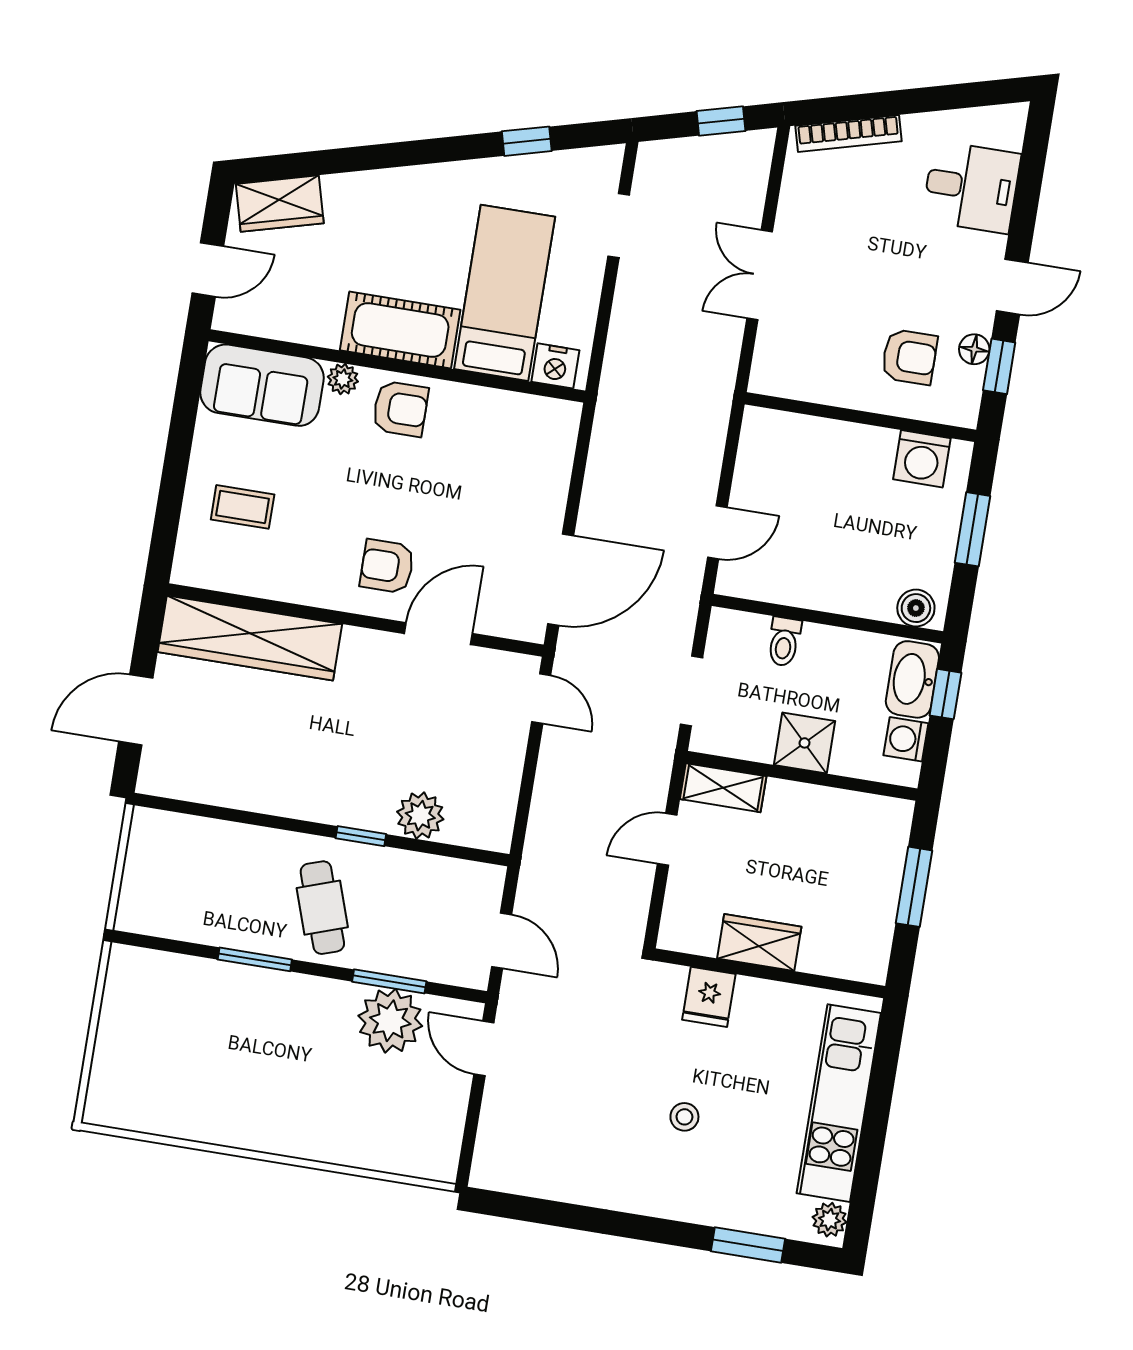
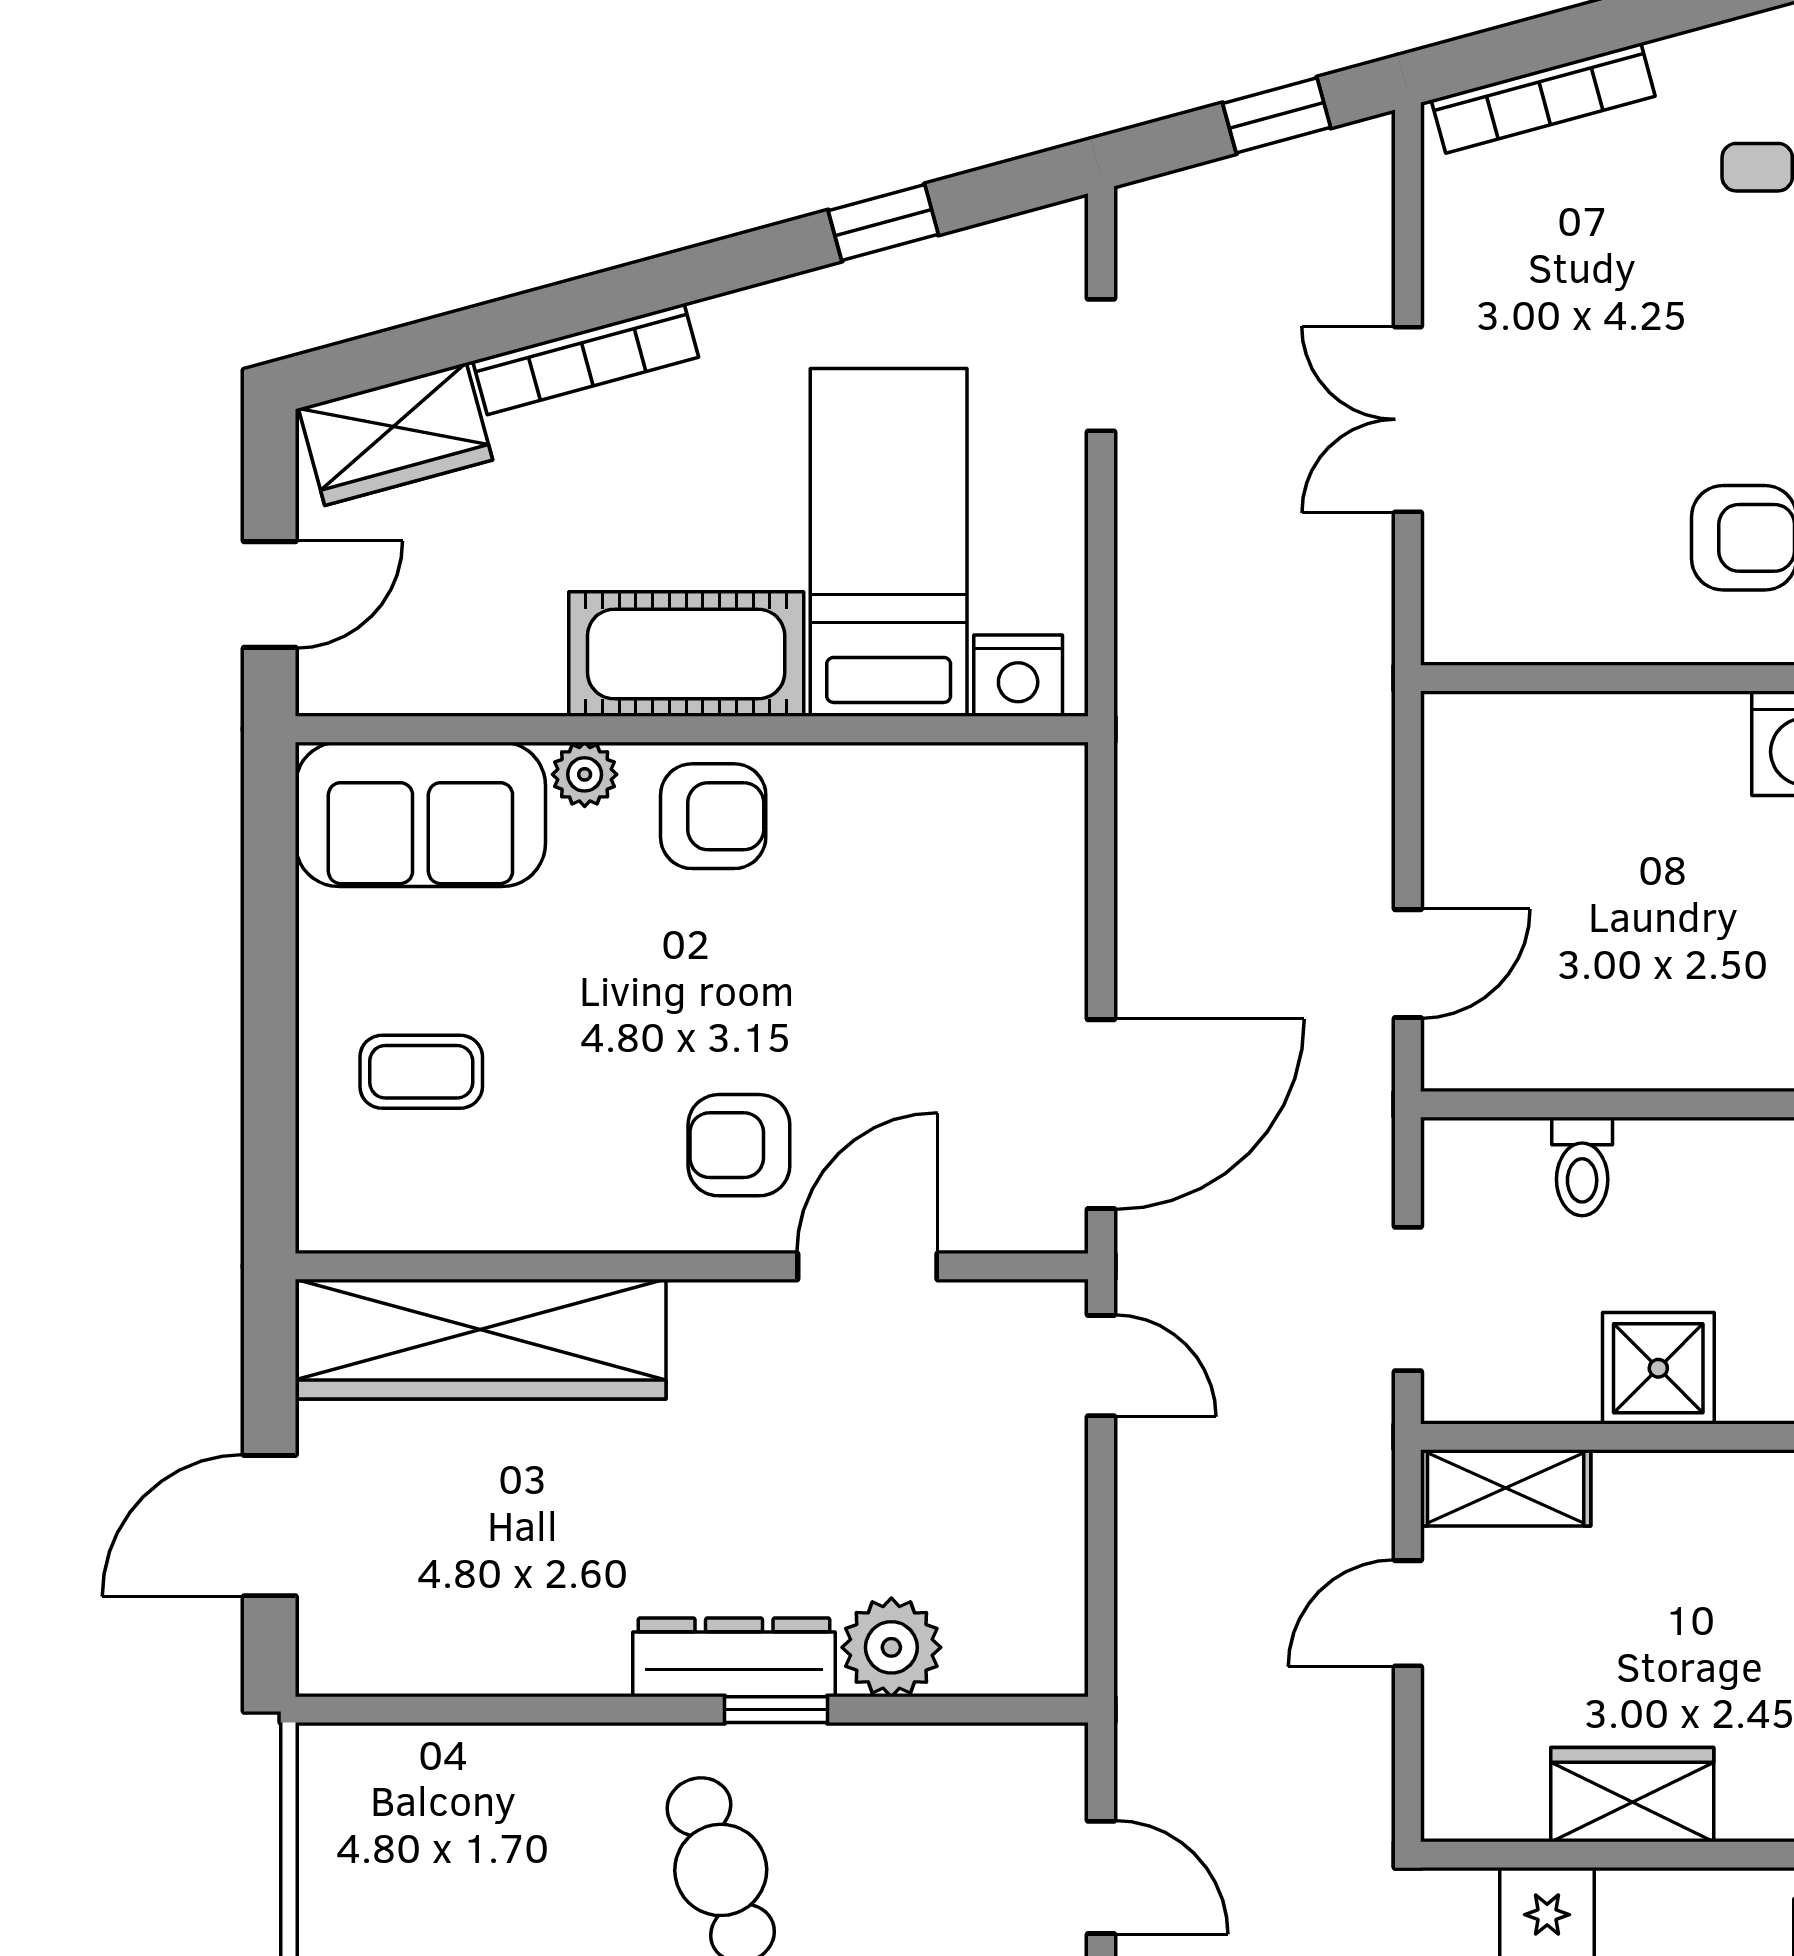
bookcase: (375, 183) -> (586, 359), added
dresser: (345, 808) -> (734, 1657), added

